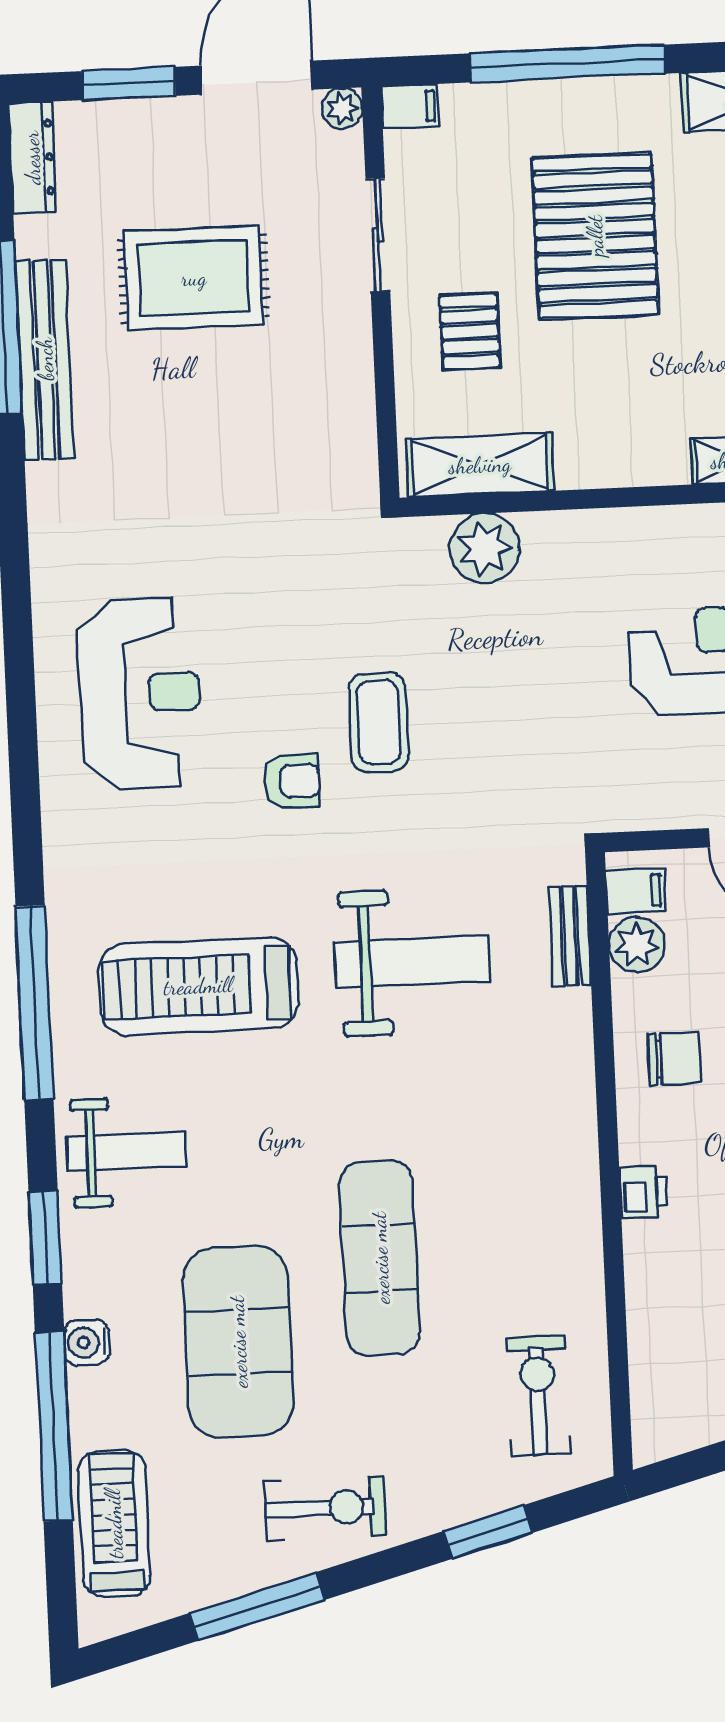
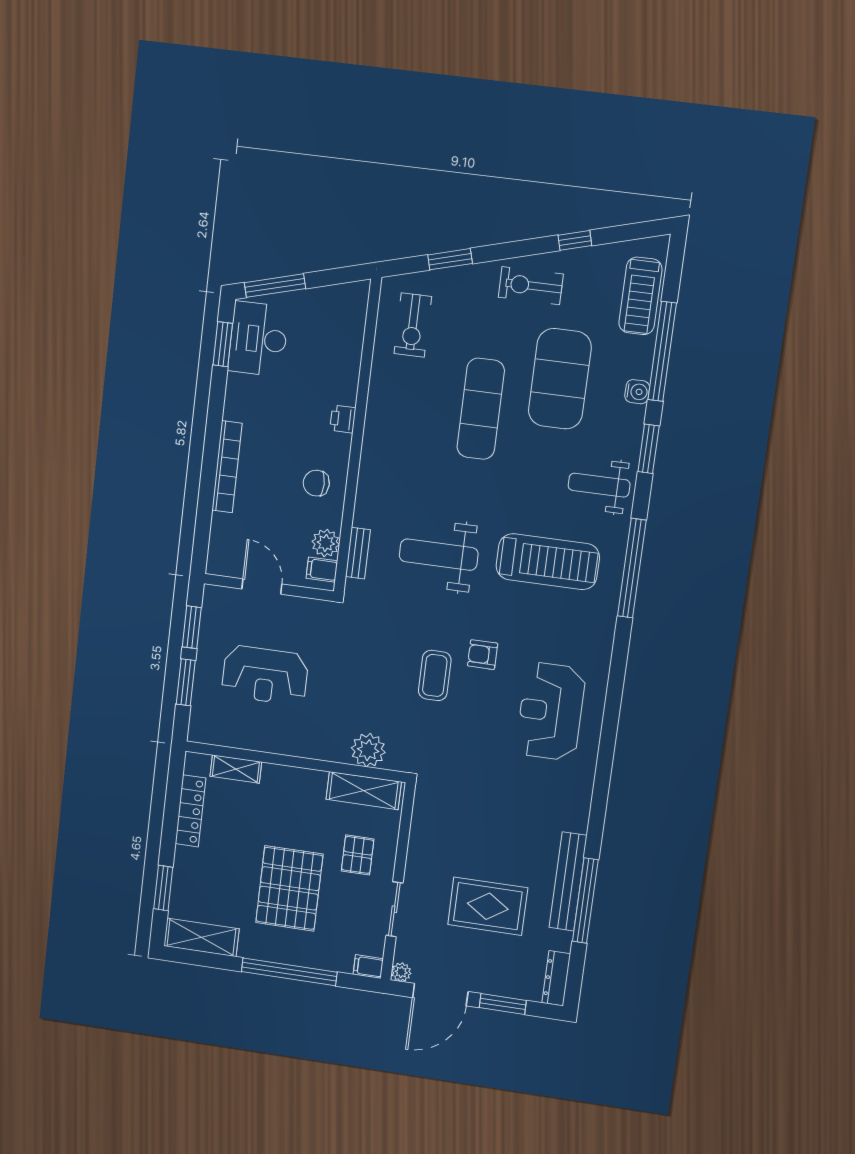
window: (257, 1607) -> (575, 240), width x0.46

